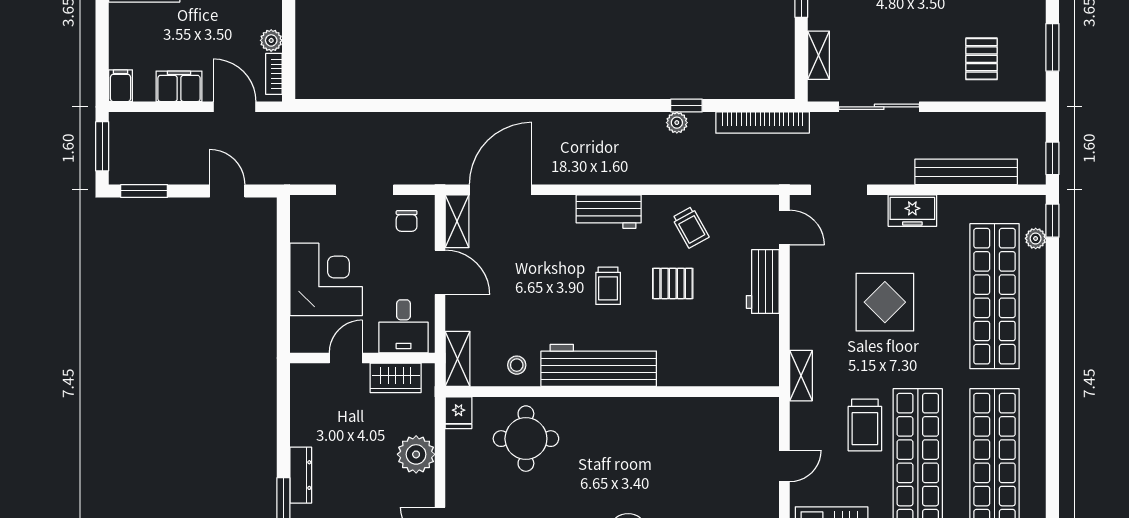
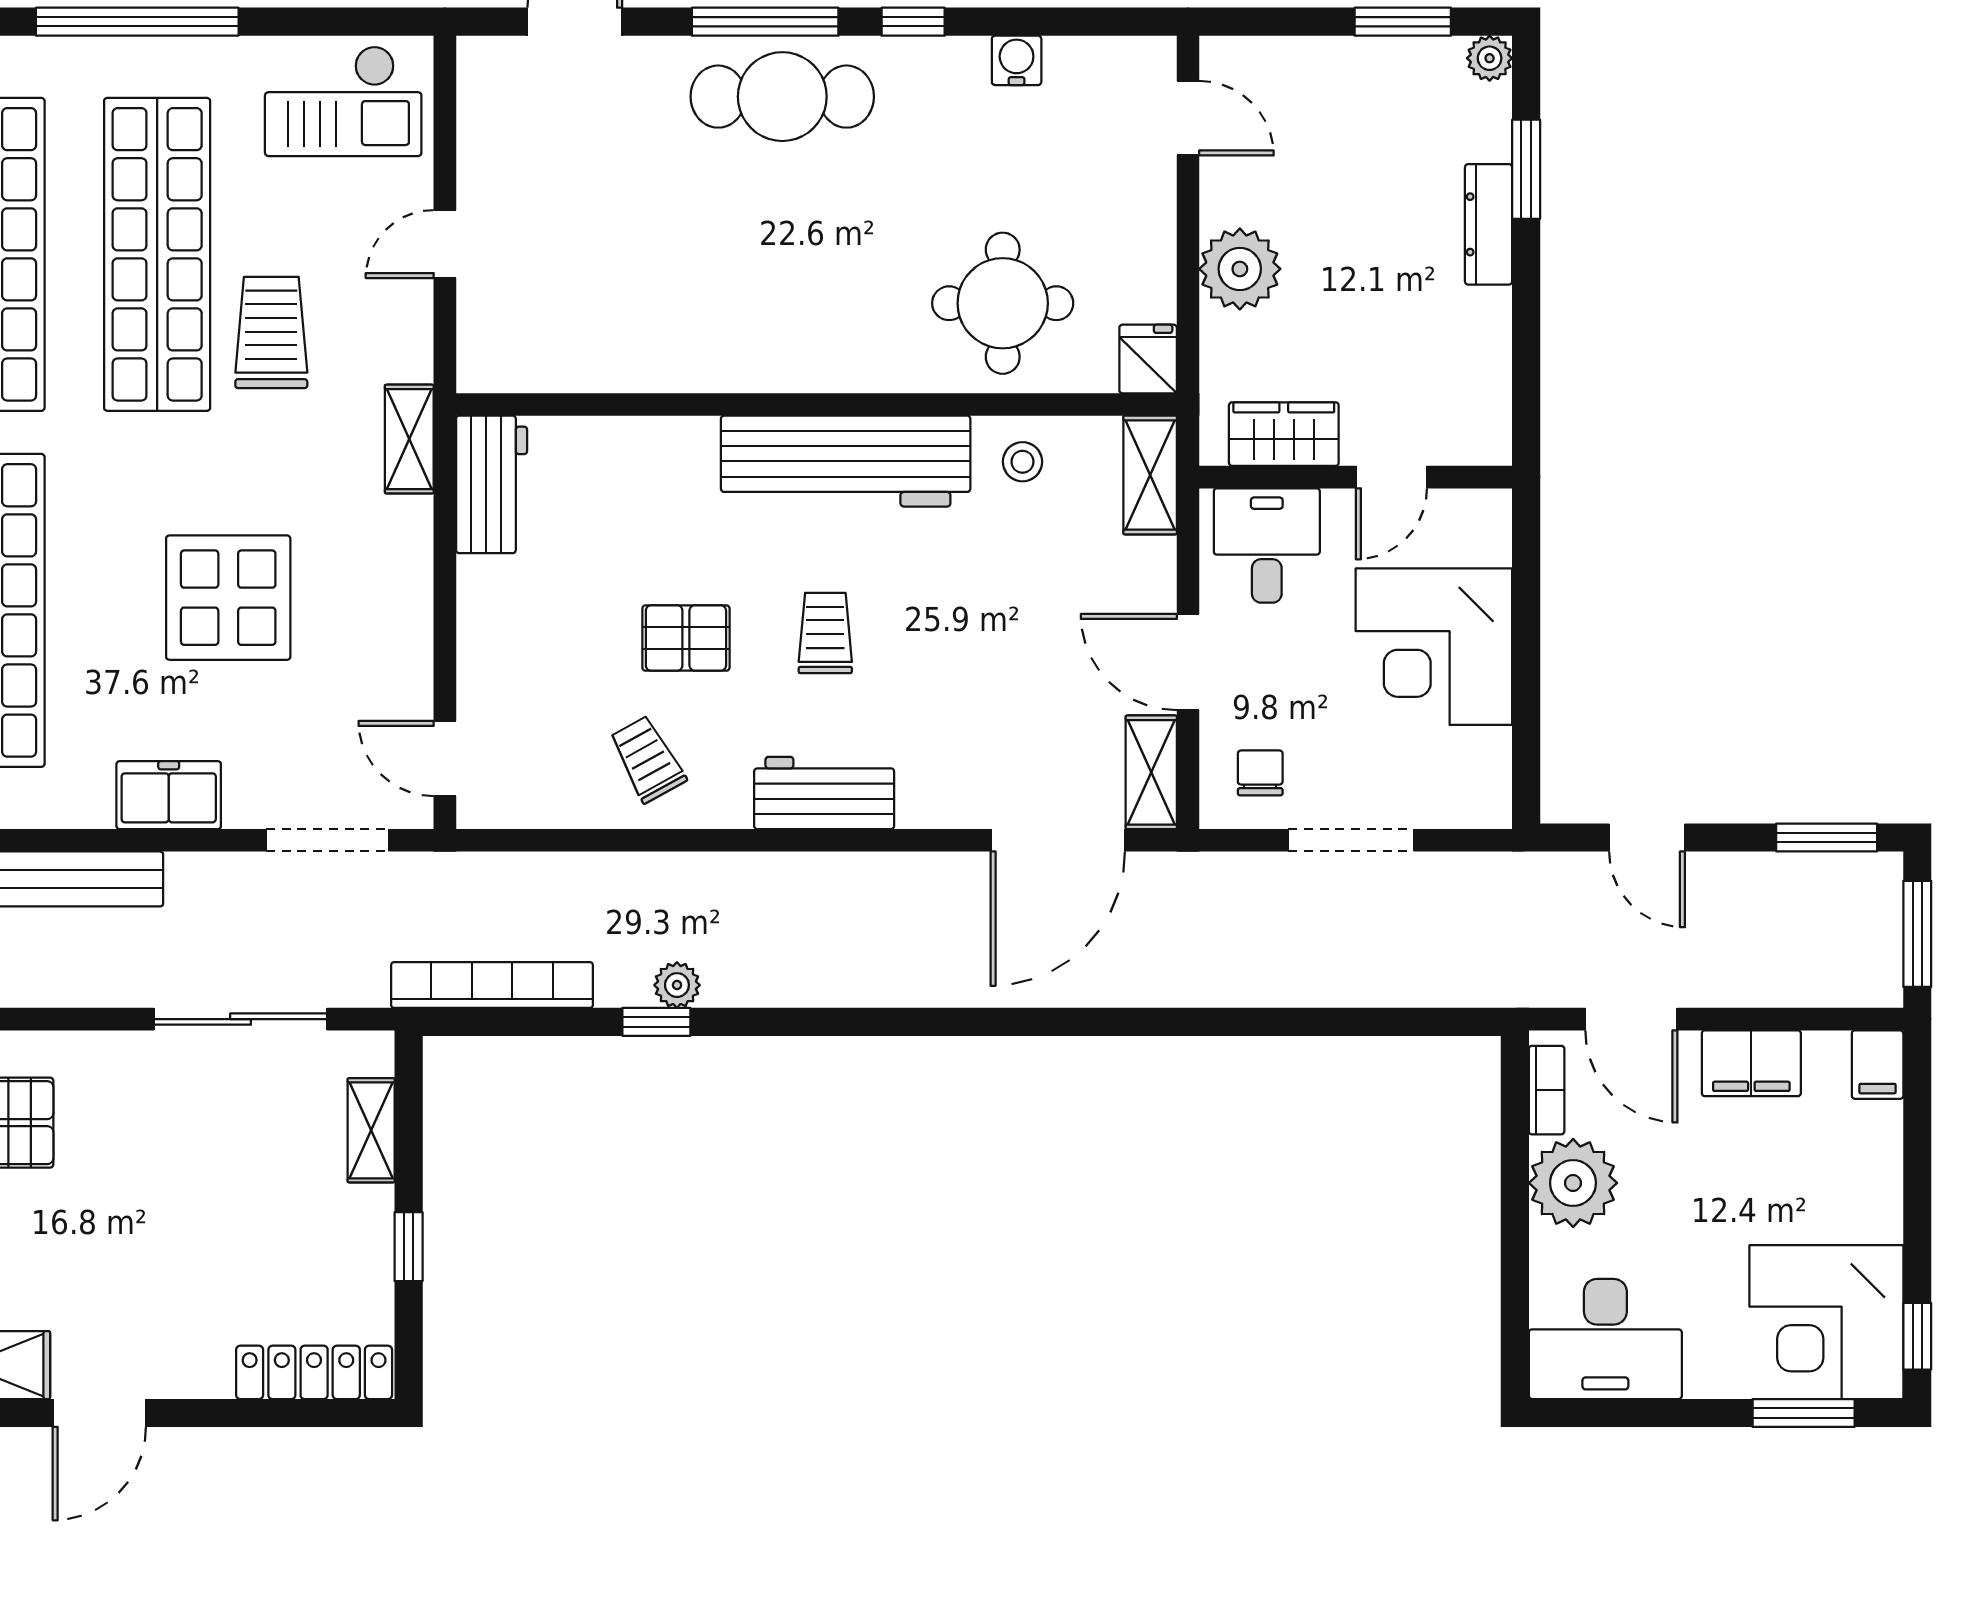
plant: (271, 40) -> (1573, 1183), width x1.88, depth x1.88
workbench: (763, 282) -> (492, 484), moved

